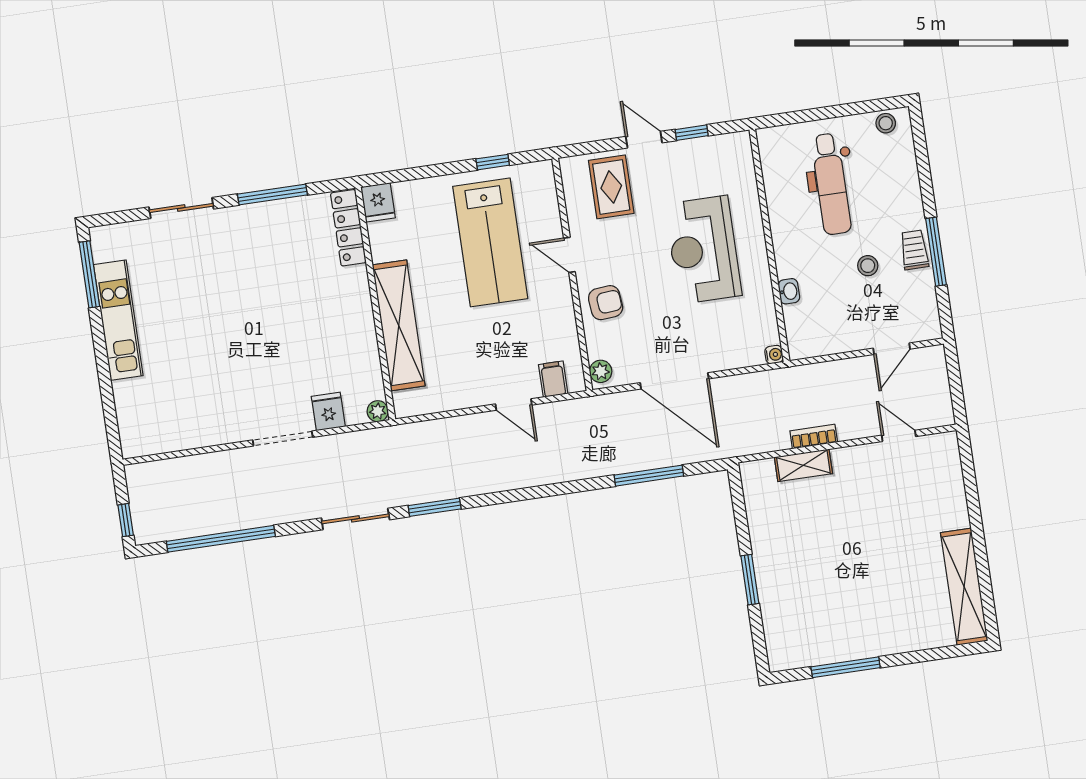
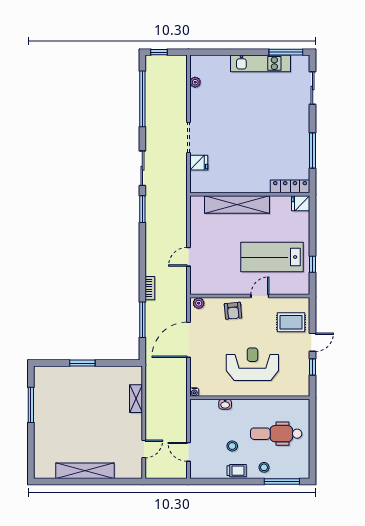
stool: (886, 123) -> (264, 467), moved
sliding door: (181, 208) -> (313, 88), moved
window: (936, 252) -> (282, 481), moved
filing cabinet: (553, 379) -> (198, 279), removed
plant: (378, 411) -> (195, 82), moved
bookcase: (814, 437) -> (150, 288), moved
shelving: (964, 587) -> (85, 471), moved

